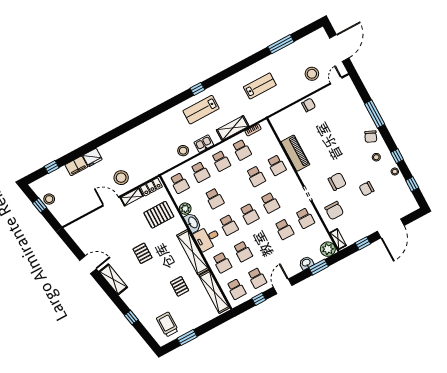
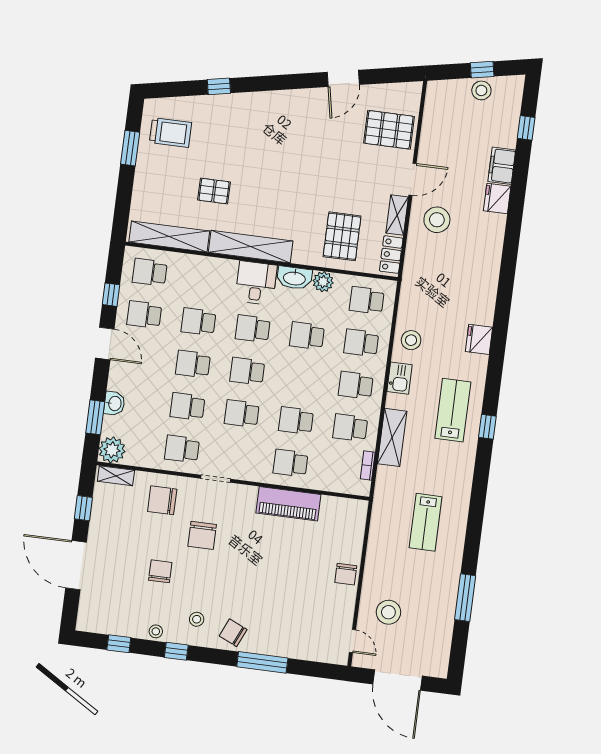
fridge: (161, 121) -> (479, 339), added
pallet: (143, 253) -> (389, 130), moved, width x1.50, depth x1.42
school desk: (222, 263) -> (193, 364), moved
shelving: (113, 279) -> (294, 100), removed

